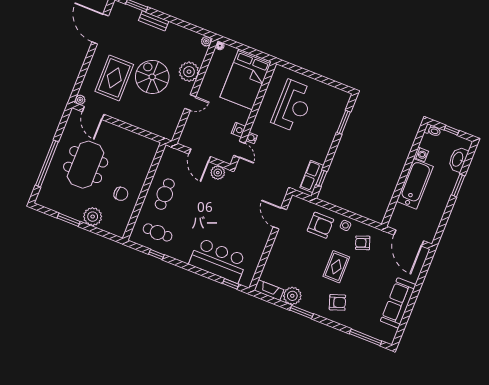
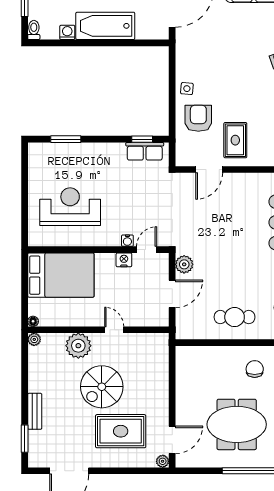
armchair: (363, 243) -> (199, 60), removed
rug: (336, 267) -> (235, 140), moved, turned 90

